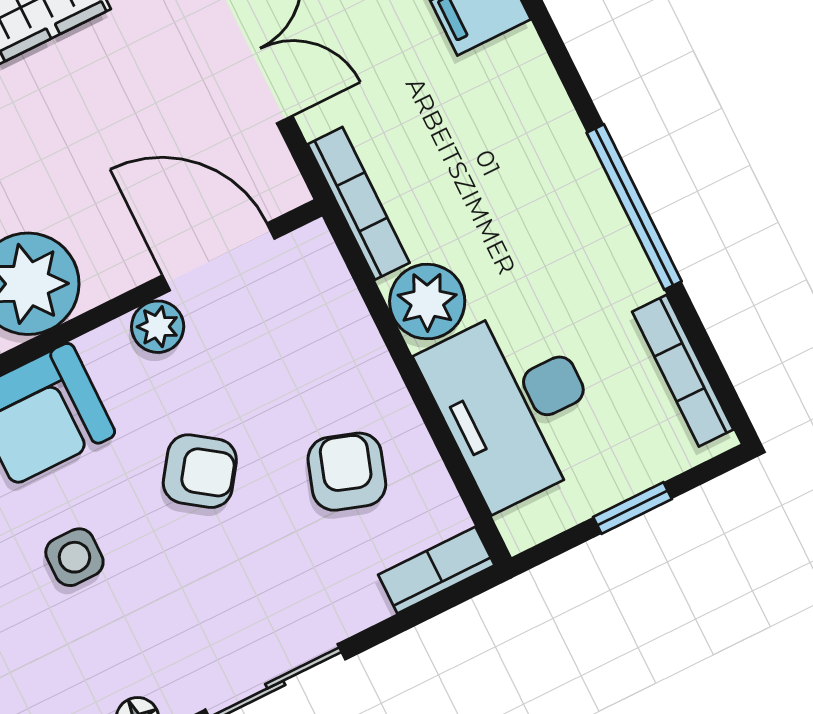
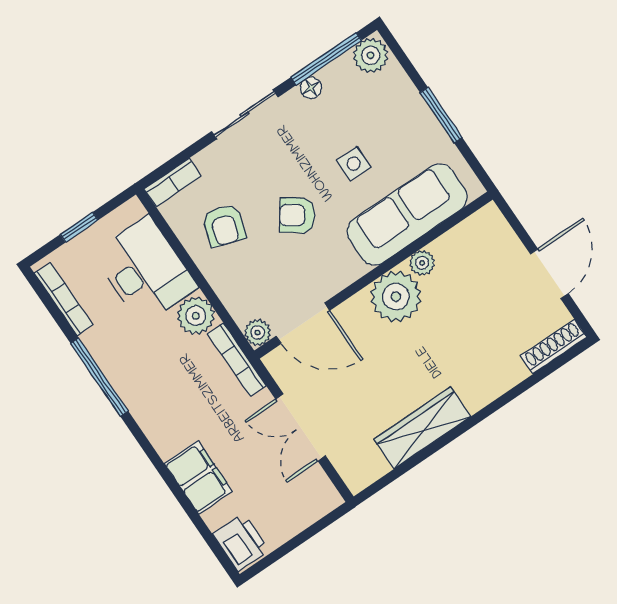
plant: (158, 327) -> (258, 333), moved

